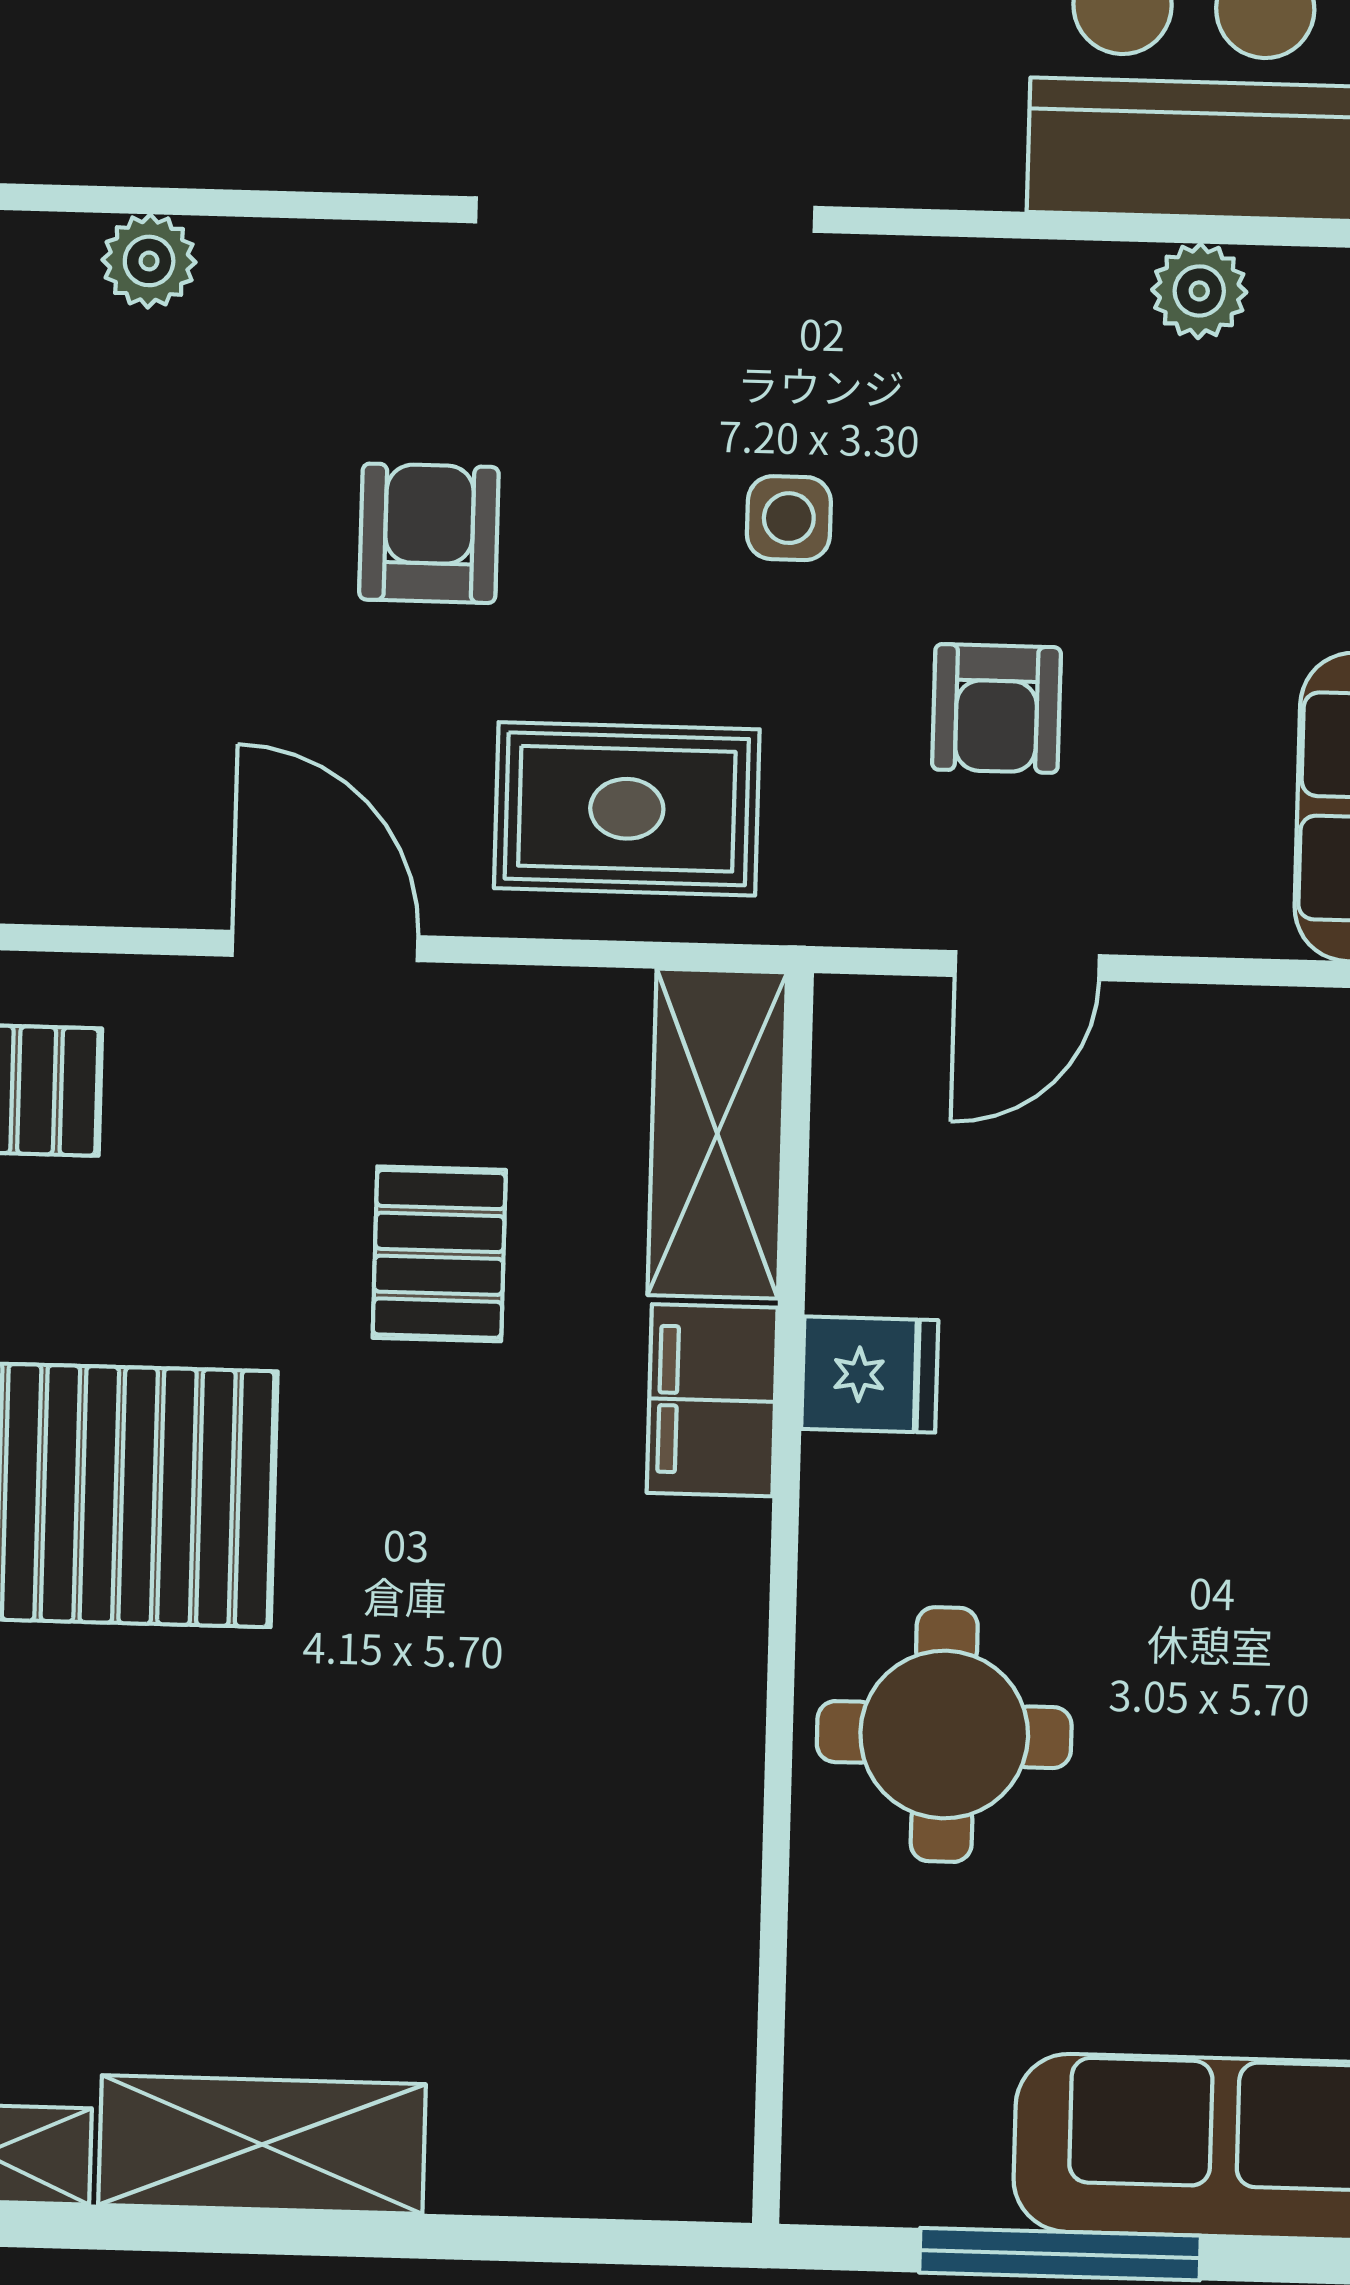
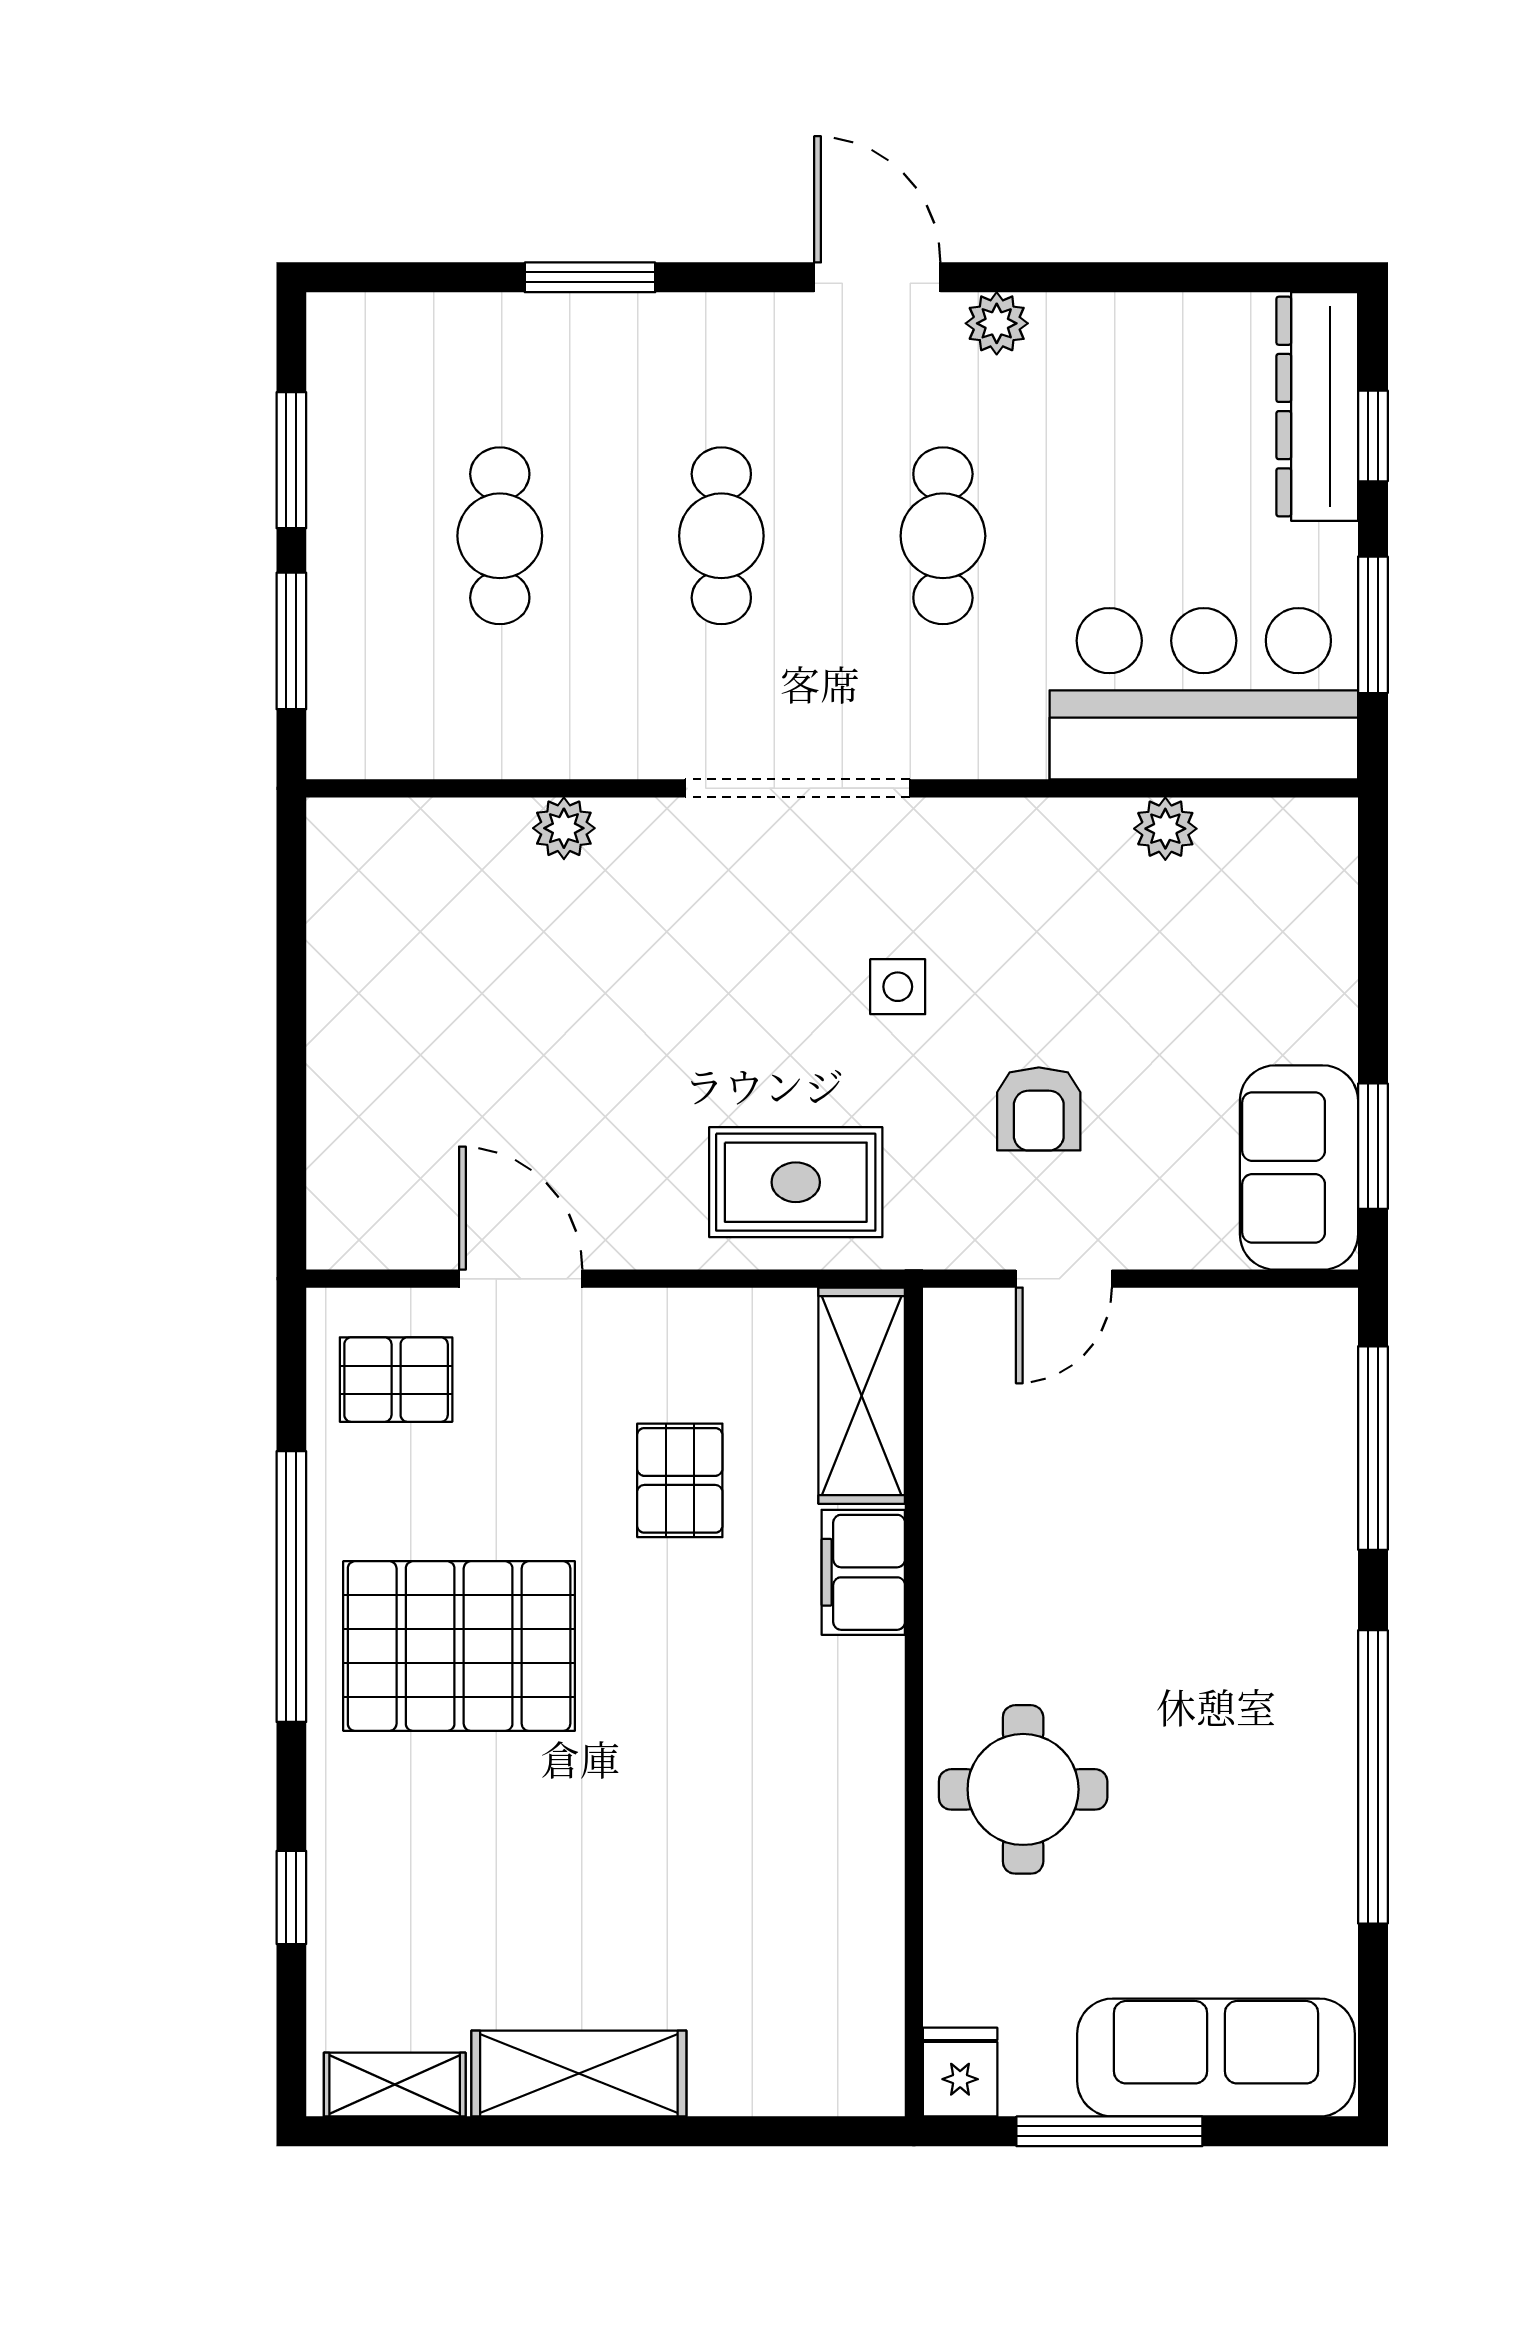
plant: (149, 261) -> (564, 828), moved
armchair: (429, 533) -> (660, 1003), removed
door: (325, 946) -> (521, 1279), moved
fridge: (870, 1375) -> (960, 2072), moved, turned -90

